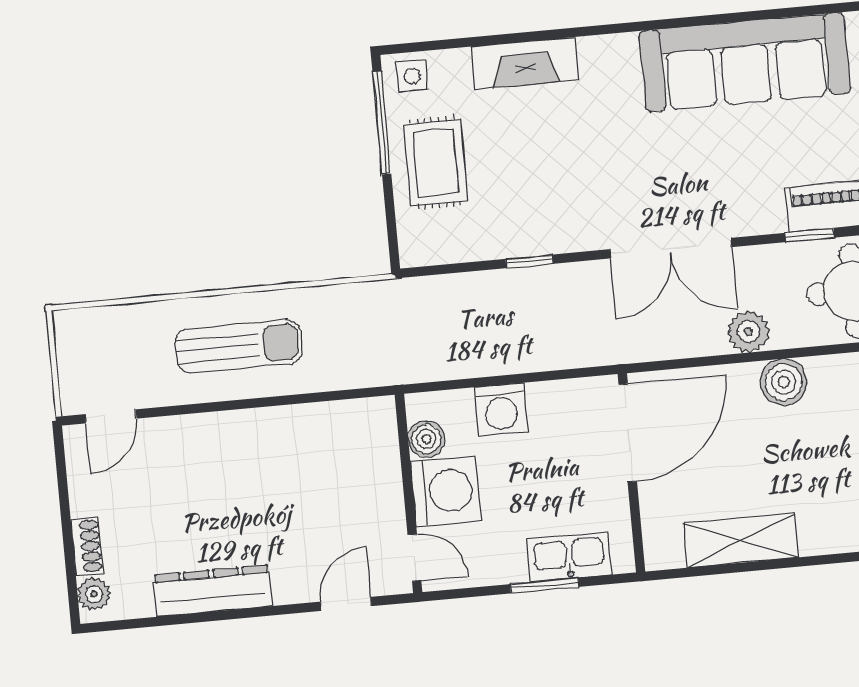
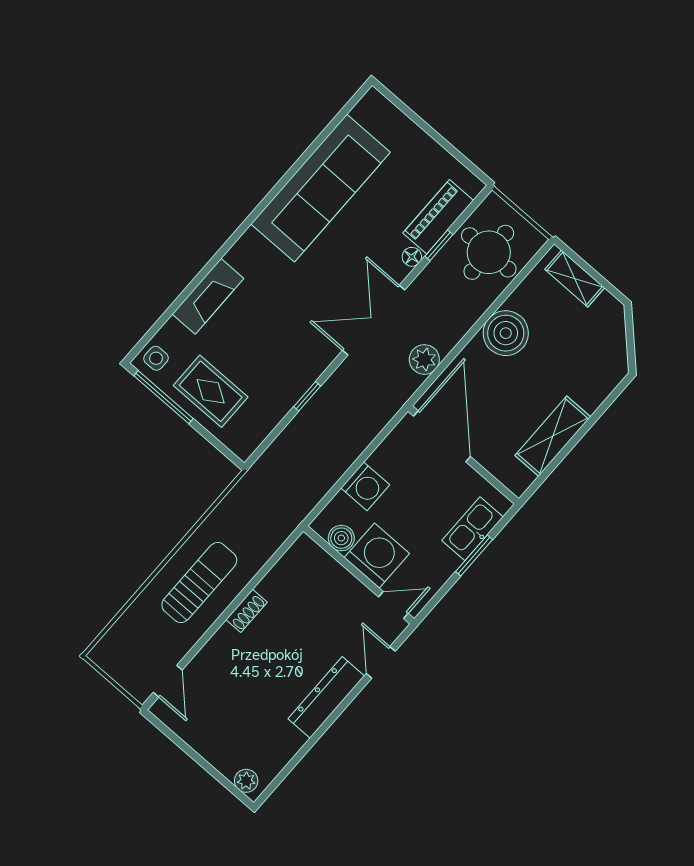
floor lamp: (771, 221) -> (412, 257), added
double door: (671, 248) -> (374, 320), swing flipped
plant: (749, 332) -> (424, 359), moved
boiler: (784, 382) -> (506, 333), width x1.37, depth x1.37
shoe rack: (87, 546) -> (247, 611), moved, turned 90
dresser: (213, 591) -> (326, 697), moved

